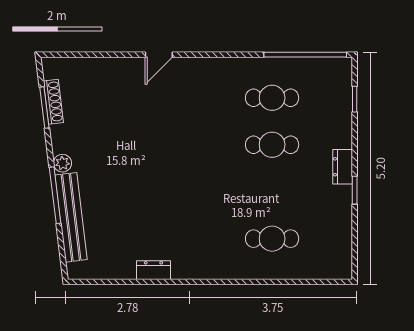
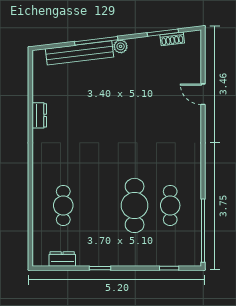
door: (159, 55) -> (203, 94), moved
shoe rack: (53, 102) -> (172, 39), width x0.70
cafe table: (272, 145) -> (135, 205), width x1.37, depth x1.35
dresser: (343, 167) -> (62, 259), moved

